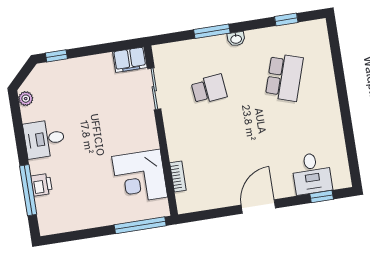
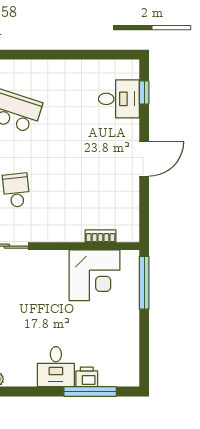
desk: (44, 139) -> (56, 367), moved
door: (258, 207) -> (144, 159), swing flipped

